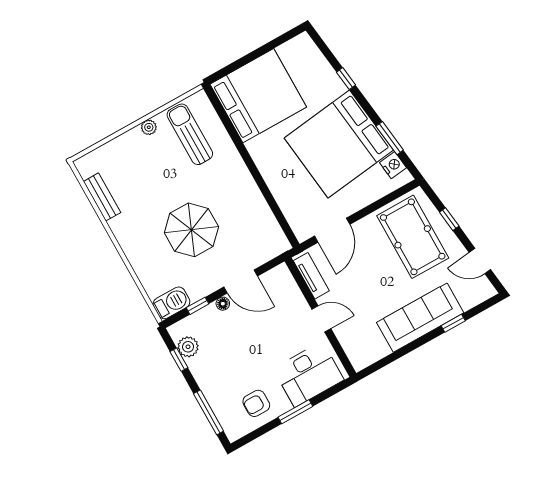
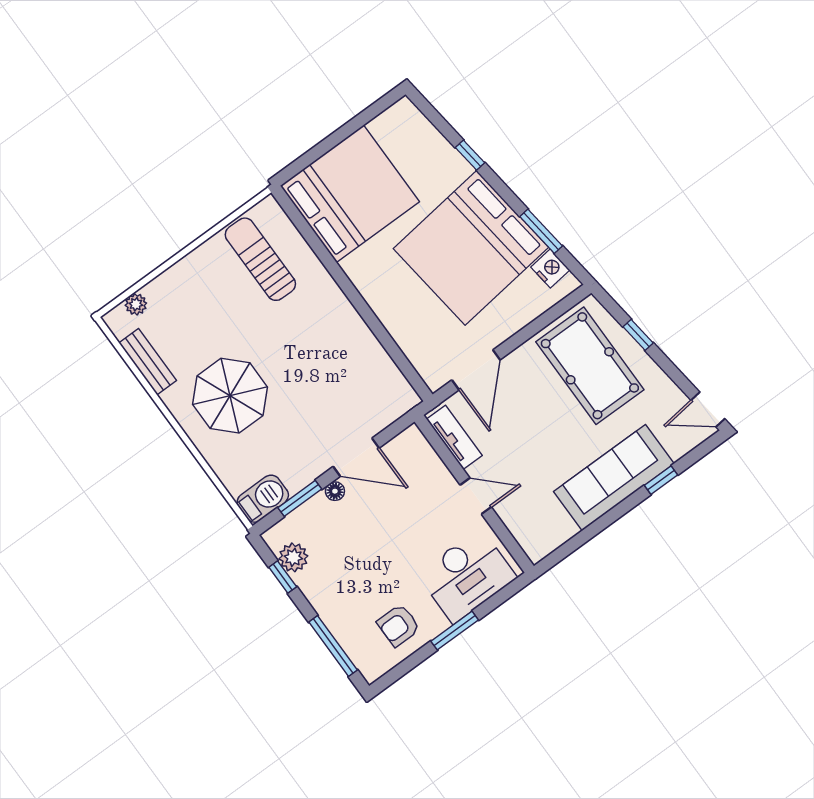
plant: (149, 127) -> (136, 304), moved
parasol: (191, 230) -> (230, 396), moved
door: (480, 261) -> (708, 409), moved
window: (198, 306) -> (300, 498), width x1.50

